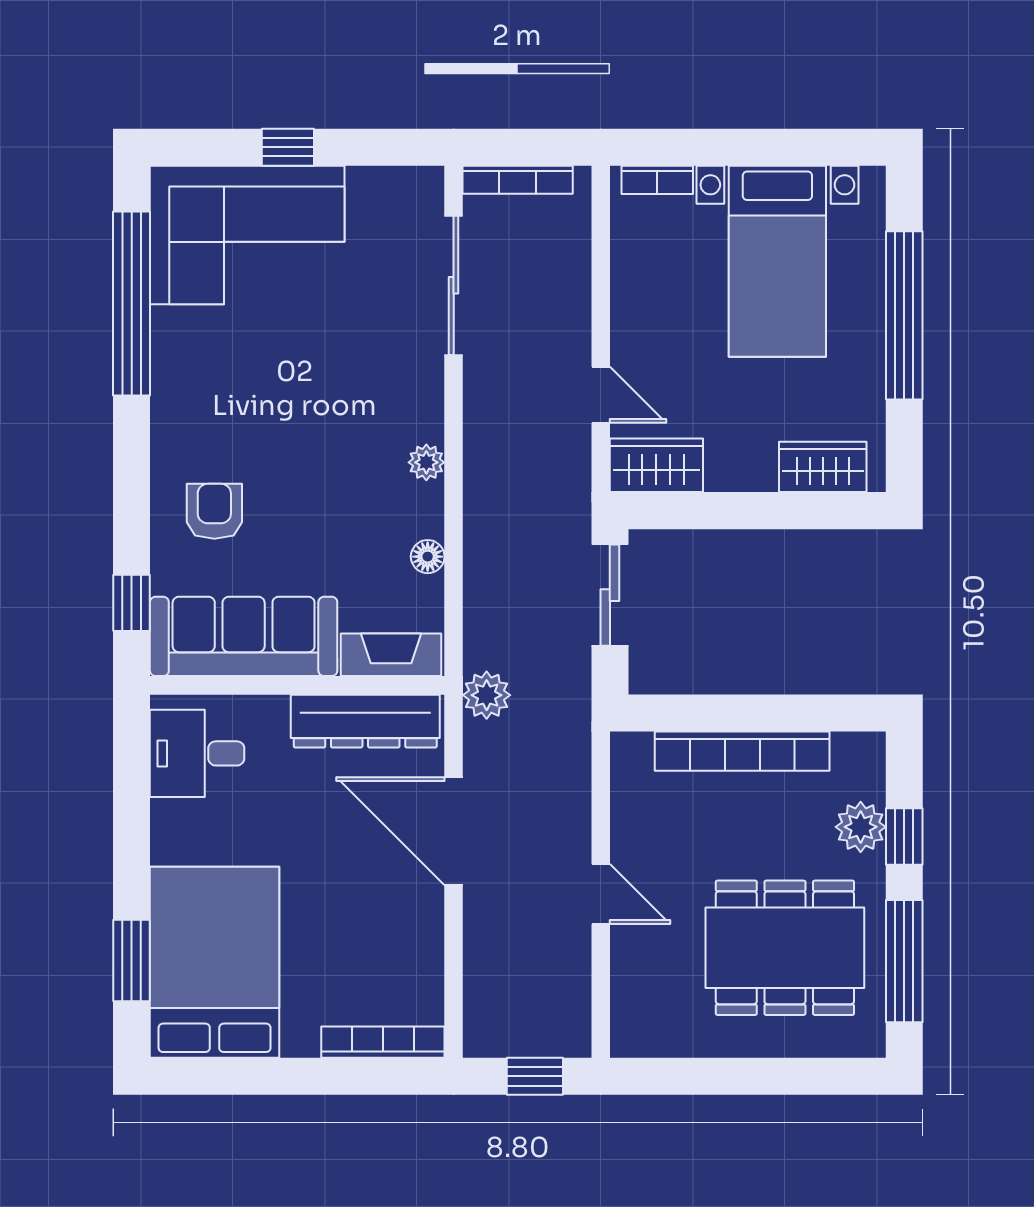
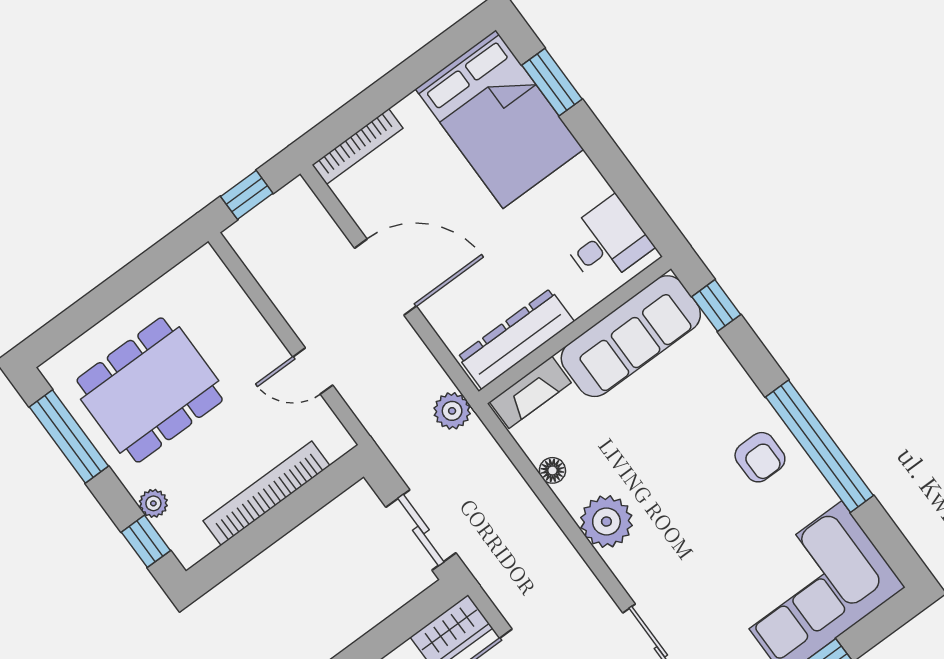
window: (132, 303) -> (820, 446), moved
plant: (426, 462) -> (606, 522), width x1.87, depth x1.87
armchair: (214, 511) -> (760, 457), moved
plant: (861, 827) -> (153, 503), width x0.73, depth x0.73
door: (454, 831) -> (385, 277), moved
window: (904, 836) -> (146, 541), moved
door: (601, 894) -> (313, 371), moved

